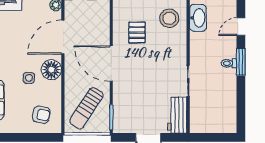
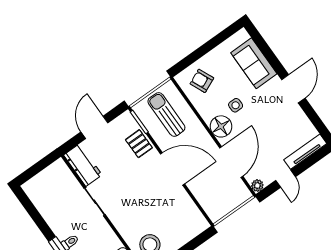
pallet: (137, 32) -> (139, 144), moved
sun lounger: (86, 108) -> (166, 115), turned -33
armchair: (41, 115) -> (202, 81), turned 55

